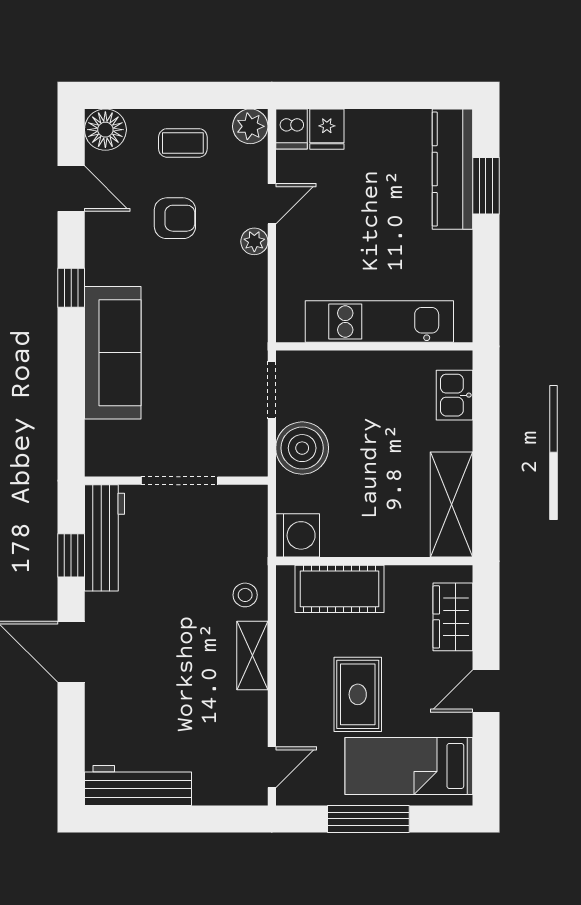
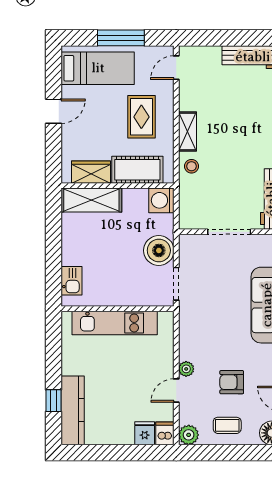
window: (486, 186) -> (53, 401), width x0.67
shelving: (451, 504) -> (91, 200), moved, turned 90
wardrobe: (453, 617) -> (91, 172), moved, turned -90
rug: (358, 694) -> (141, 117), moved

